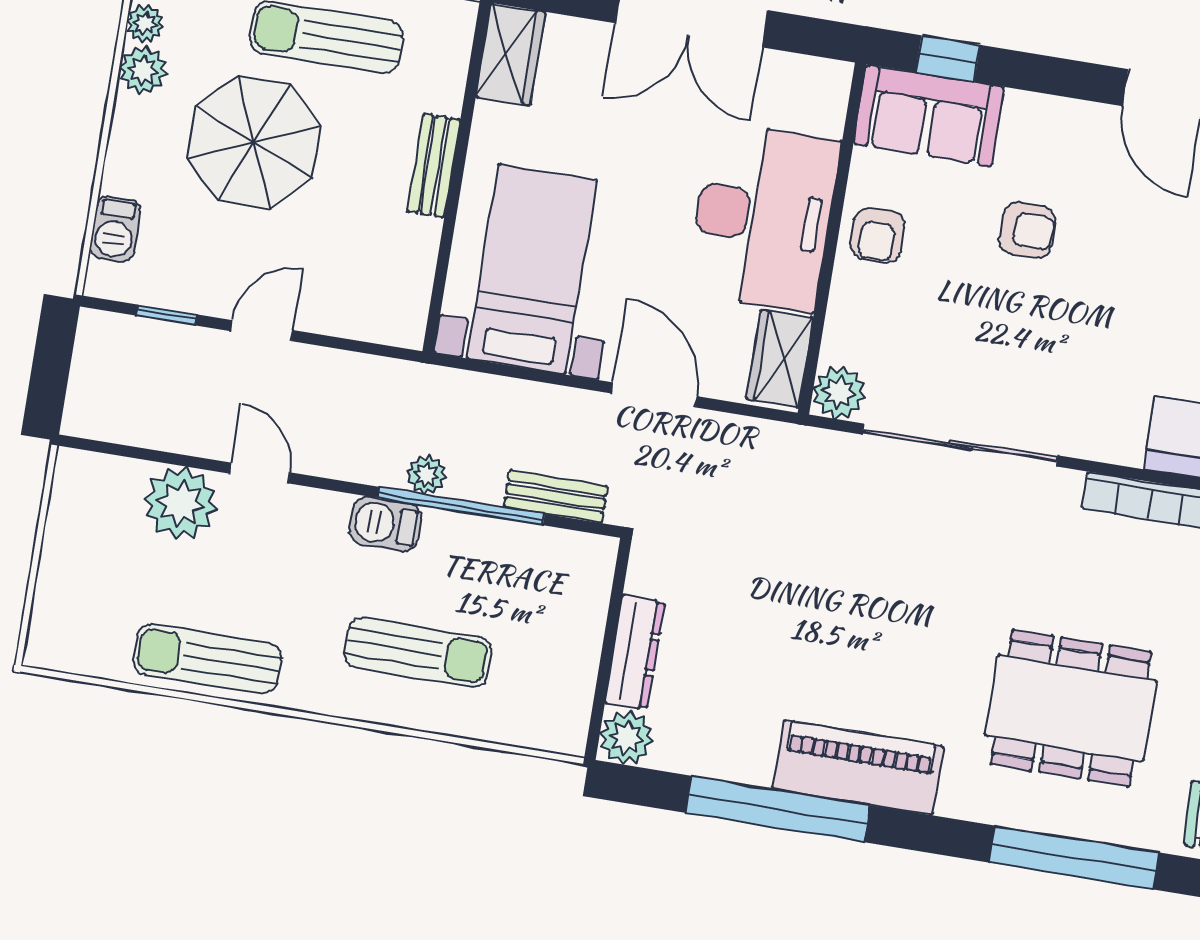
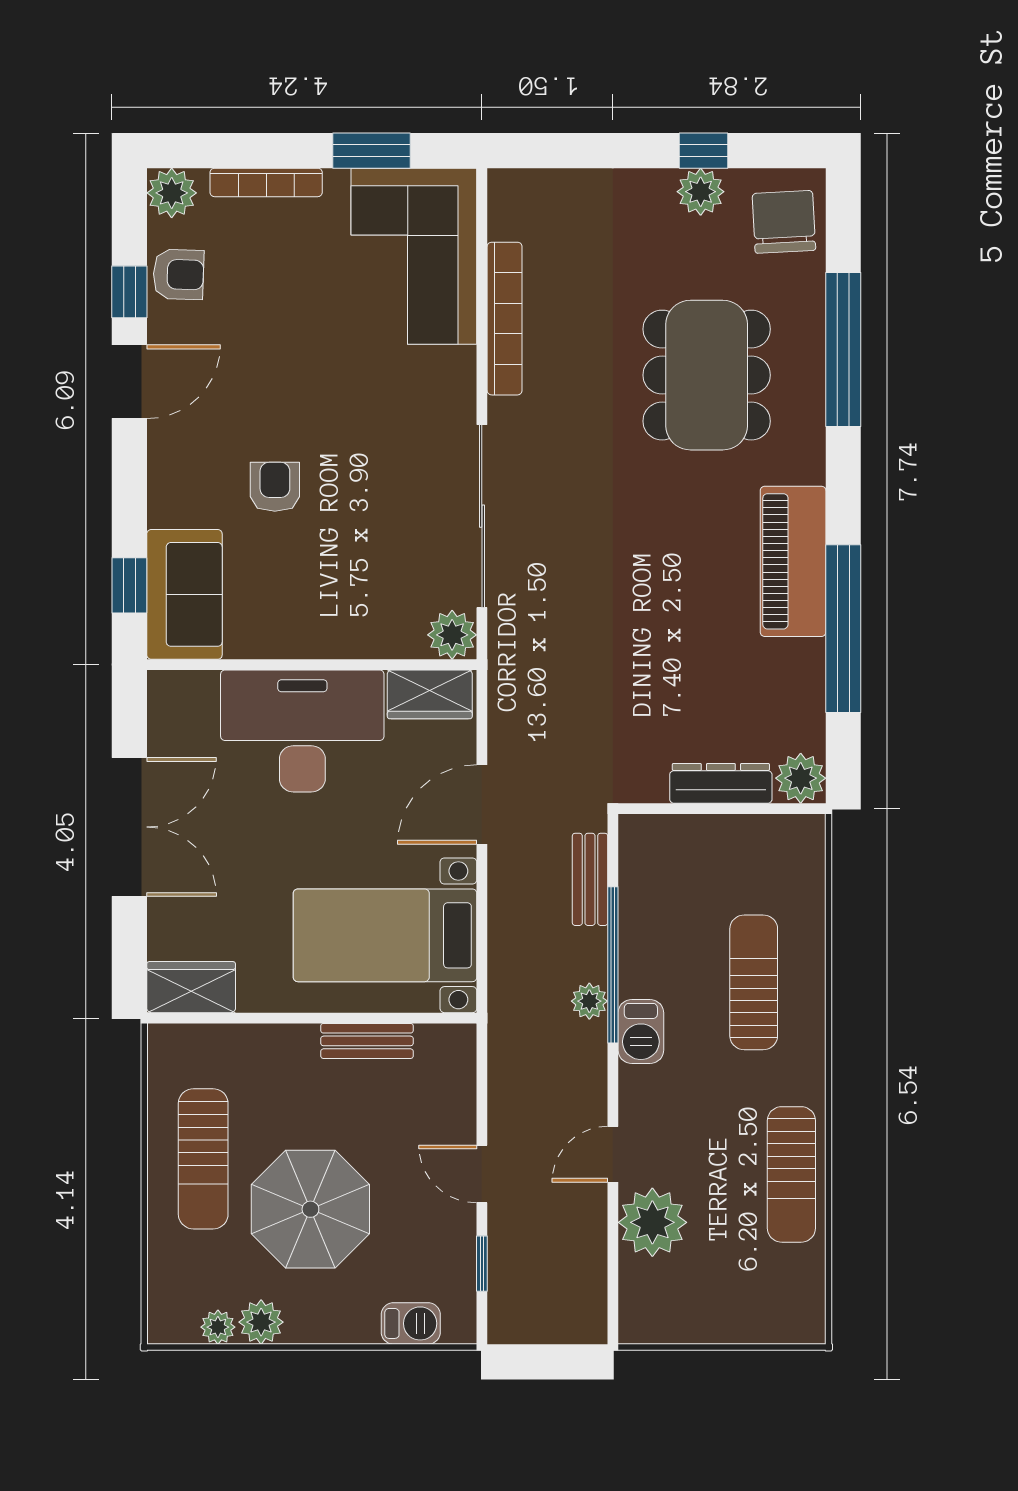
bench: (434, 165) -> (367, 1041), moved
armchair: (878, 235) -> (302, 623), removed

